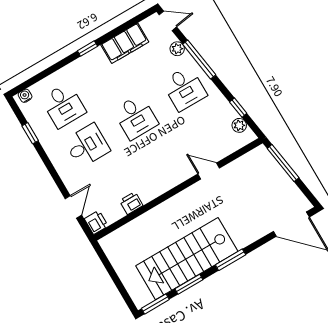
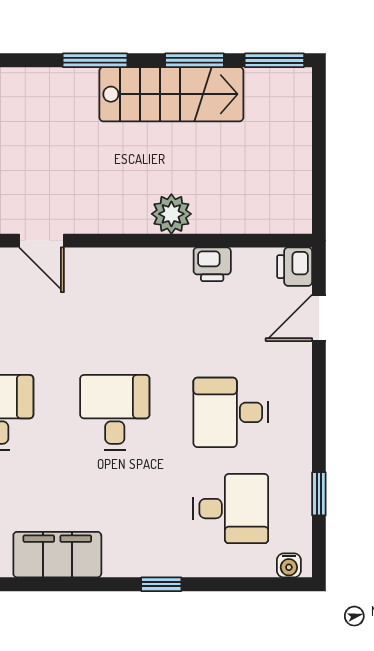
window: (87, 49) -> (161, 584), moved
desk: (63, 105) -> (231, 509), turned 90
plant: (161, 214) -> (171, 214), added
stairs: (187, 259) -> (171, 94), width x0.73, depth x0.66

